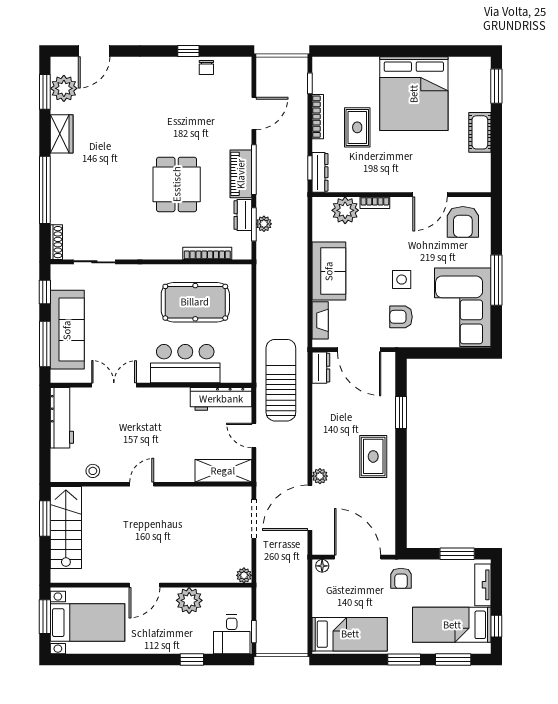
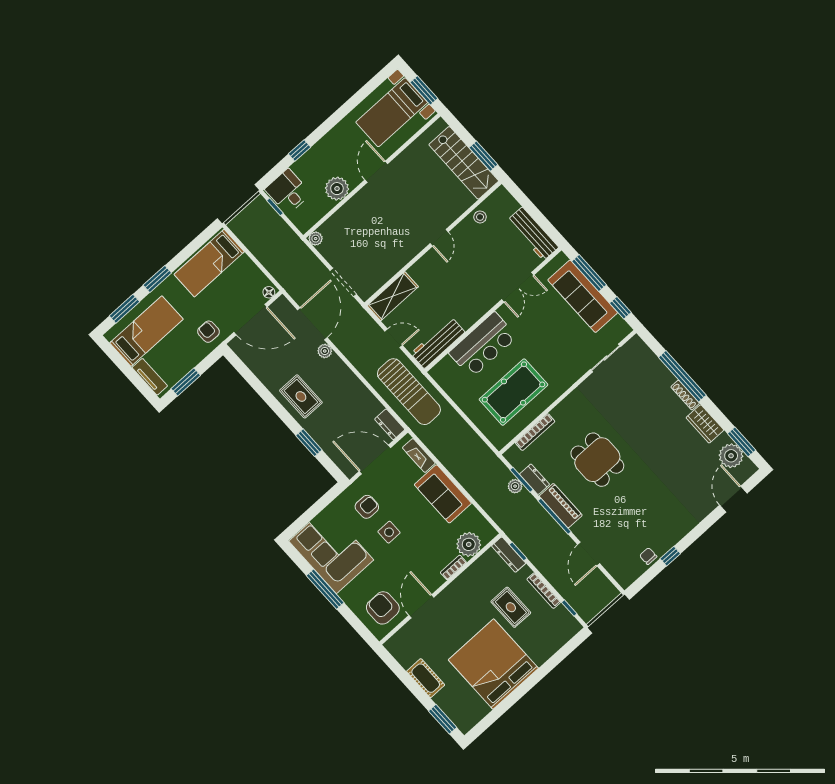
shoe rack: (56, 242) -> (685, 395), moved
window: (496, 626) -> (116, 357), removed

